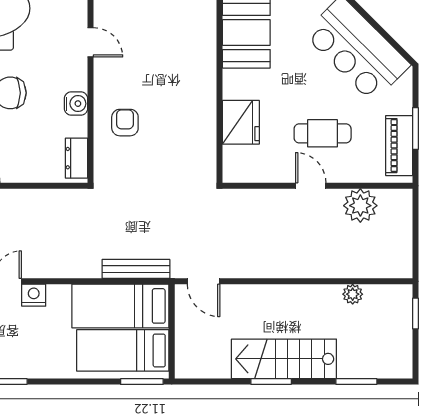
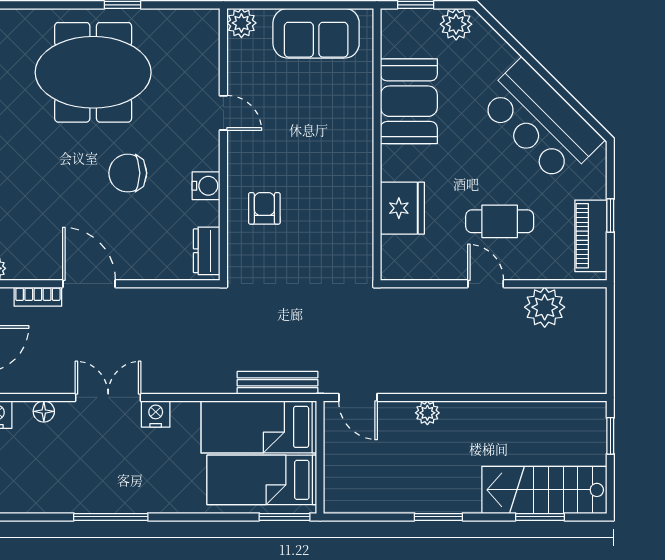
window: (415, 128) -> (610, 215), width x0.67
plant: (353, 294) -> (427, 413), moved
stairs: (284, 359) -> (544, 490), moved

